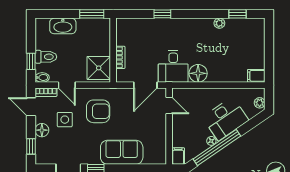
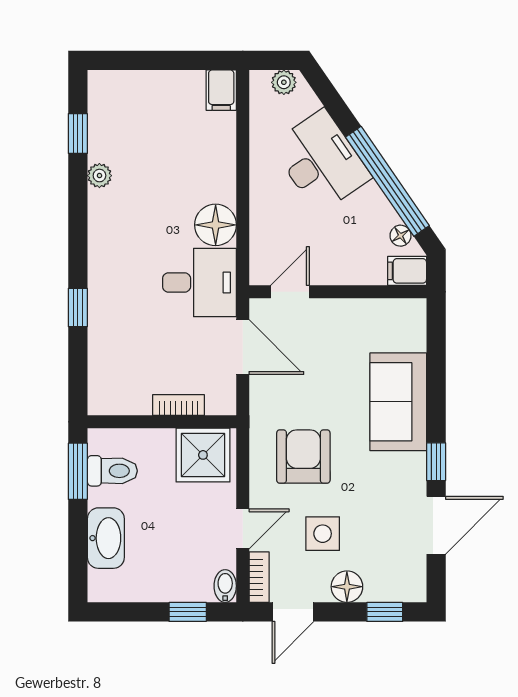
toilet: (46, 57) -> (112, 471), moved, turned 90
floor lamp: (211, 141) -> (400, 236), moved

